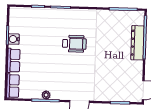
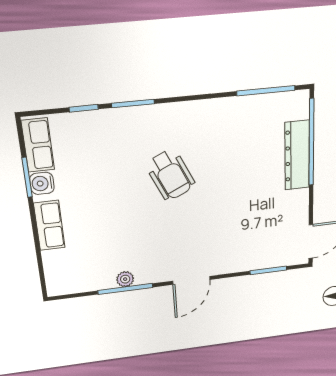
wheelchair: (74, 44) -> (170, 175), turned 65
row of seats: (13, 86) -> (38, 145), moved

